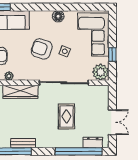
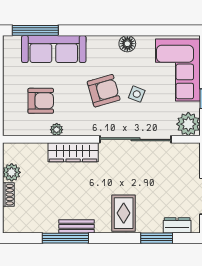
armchair: (42, 49) -> (104, 91), turned 145
rug: (66, 116) -> (124, 213), moved
window: (79, 151) -> (157, 238), width x0.47

